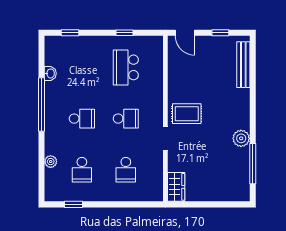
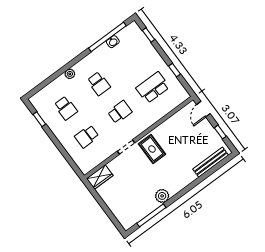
window: (41, 104) -> (107, 37), moved
school desk: (126, 119) -> (120, 112), turned -90
plant: (51, 162) -> (70, 74), moved
school desk: (82, 170) -> (66, 108), turned -90

